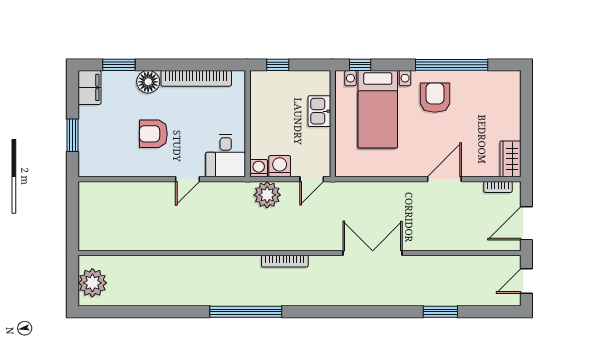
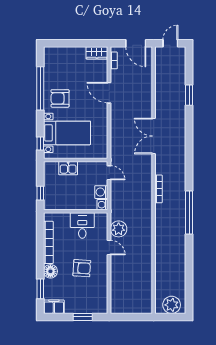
armchair: (153, 134) -> (82, 268), turned -86
desk: (226, 155) -> (82, 225), moved, turned -90
plant: (267, 195) -> (119, 229), moved
door: (526, 281) -> (170, 43), swing flipped

